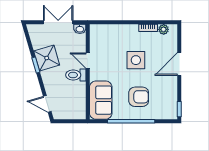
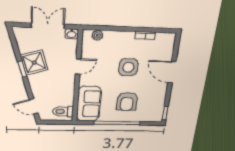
plant: (164, 29) -> (97, 35), moved
door: (88, 61) -> (78, 66), swing flipped
door: (179, 64) -> (172, 72), hinge flipped
toilet: (76, 75) -> (63, 111), moved
armchair: (139, 97) -> (127, 102), turned 90

